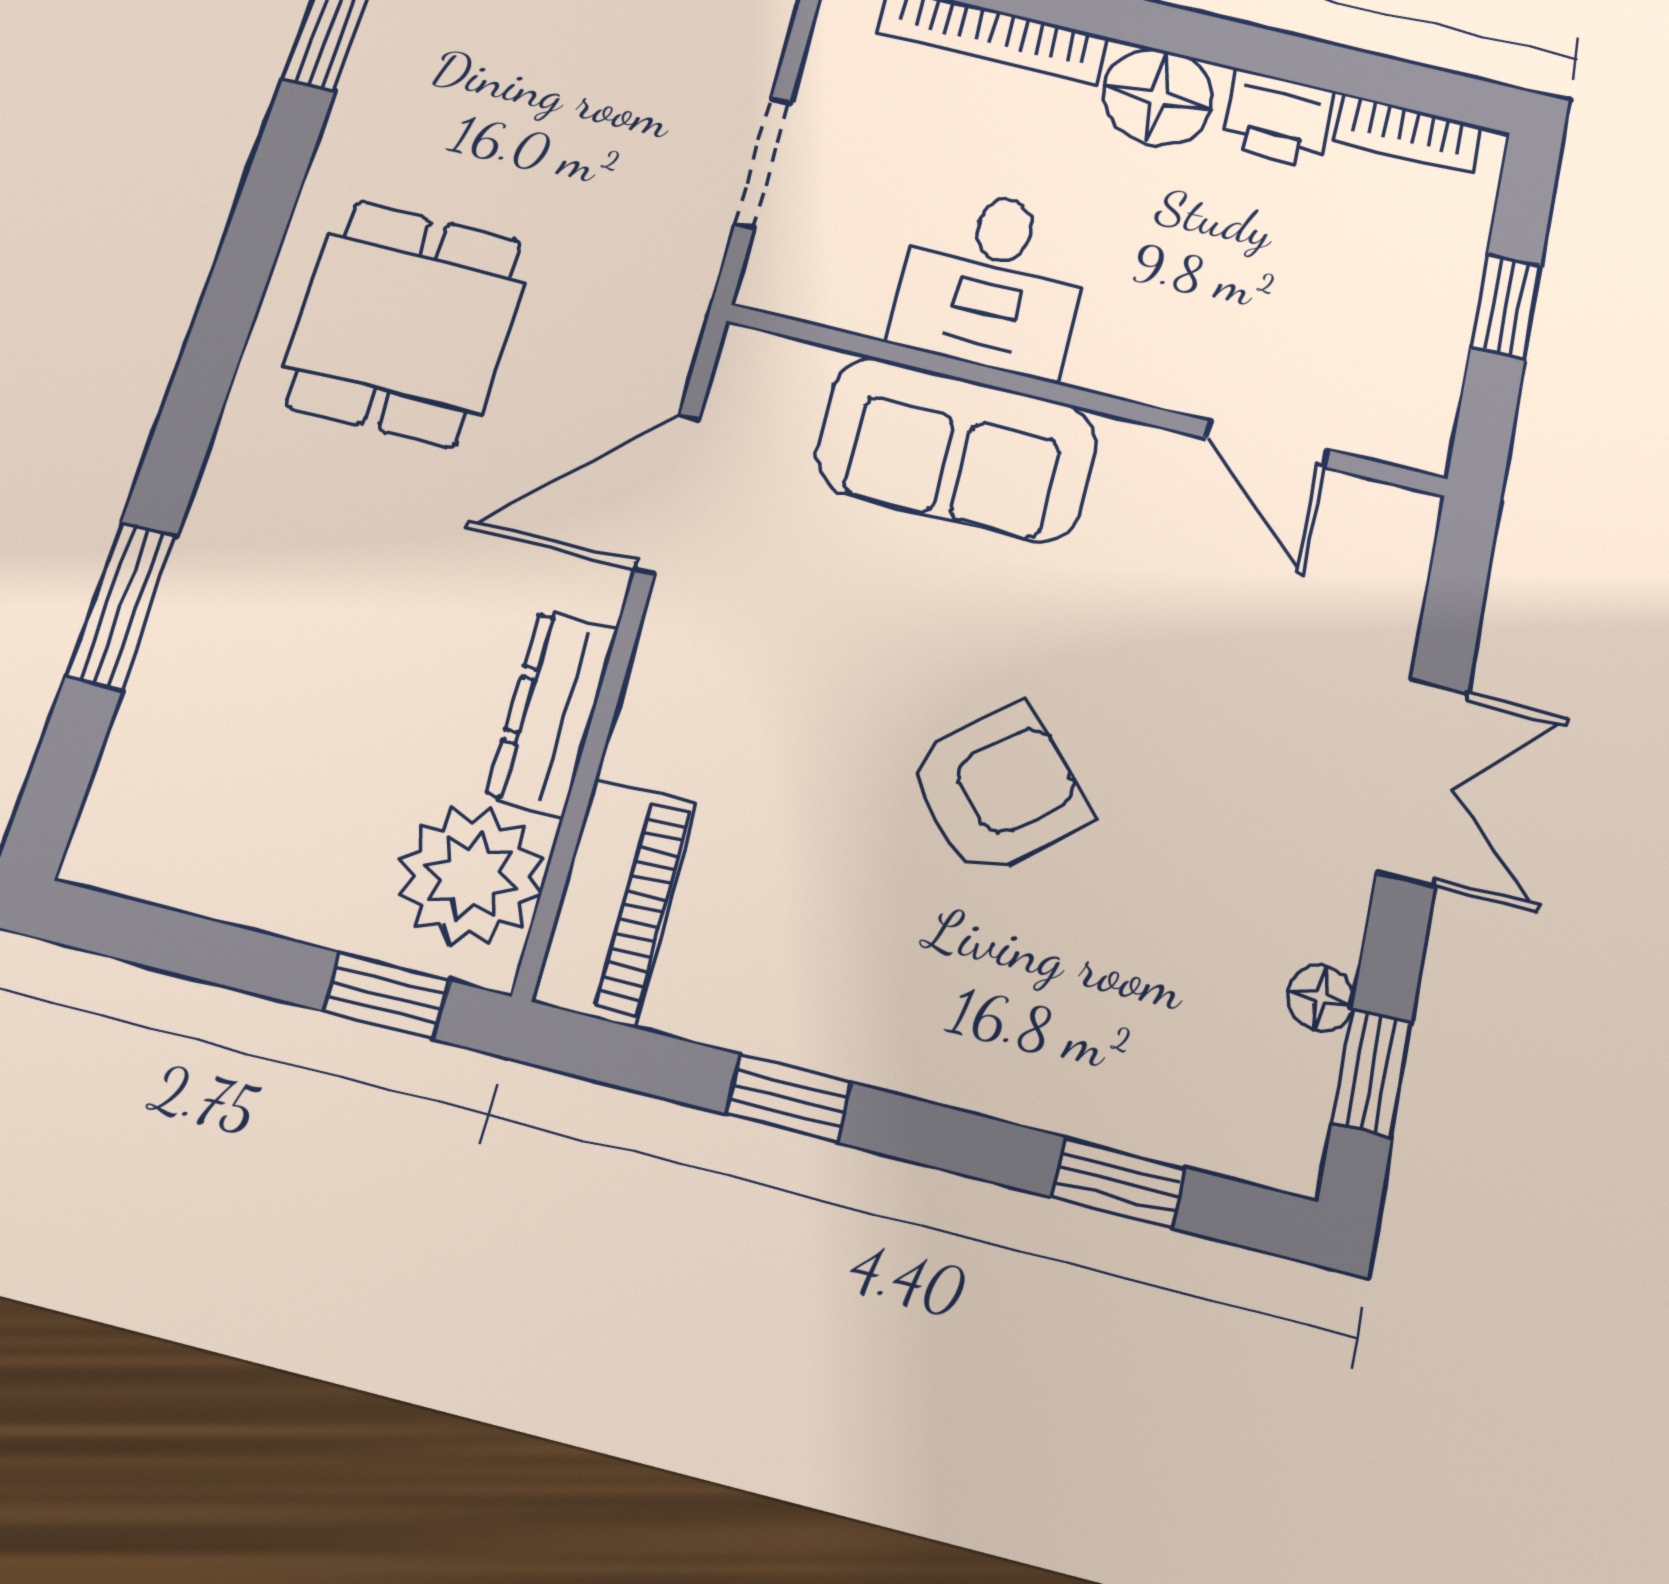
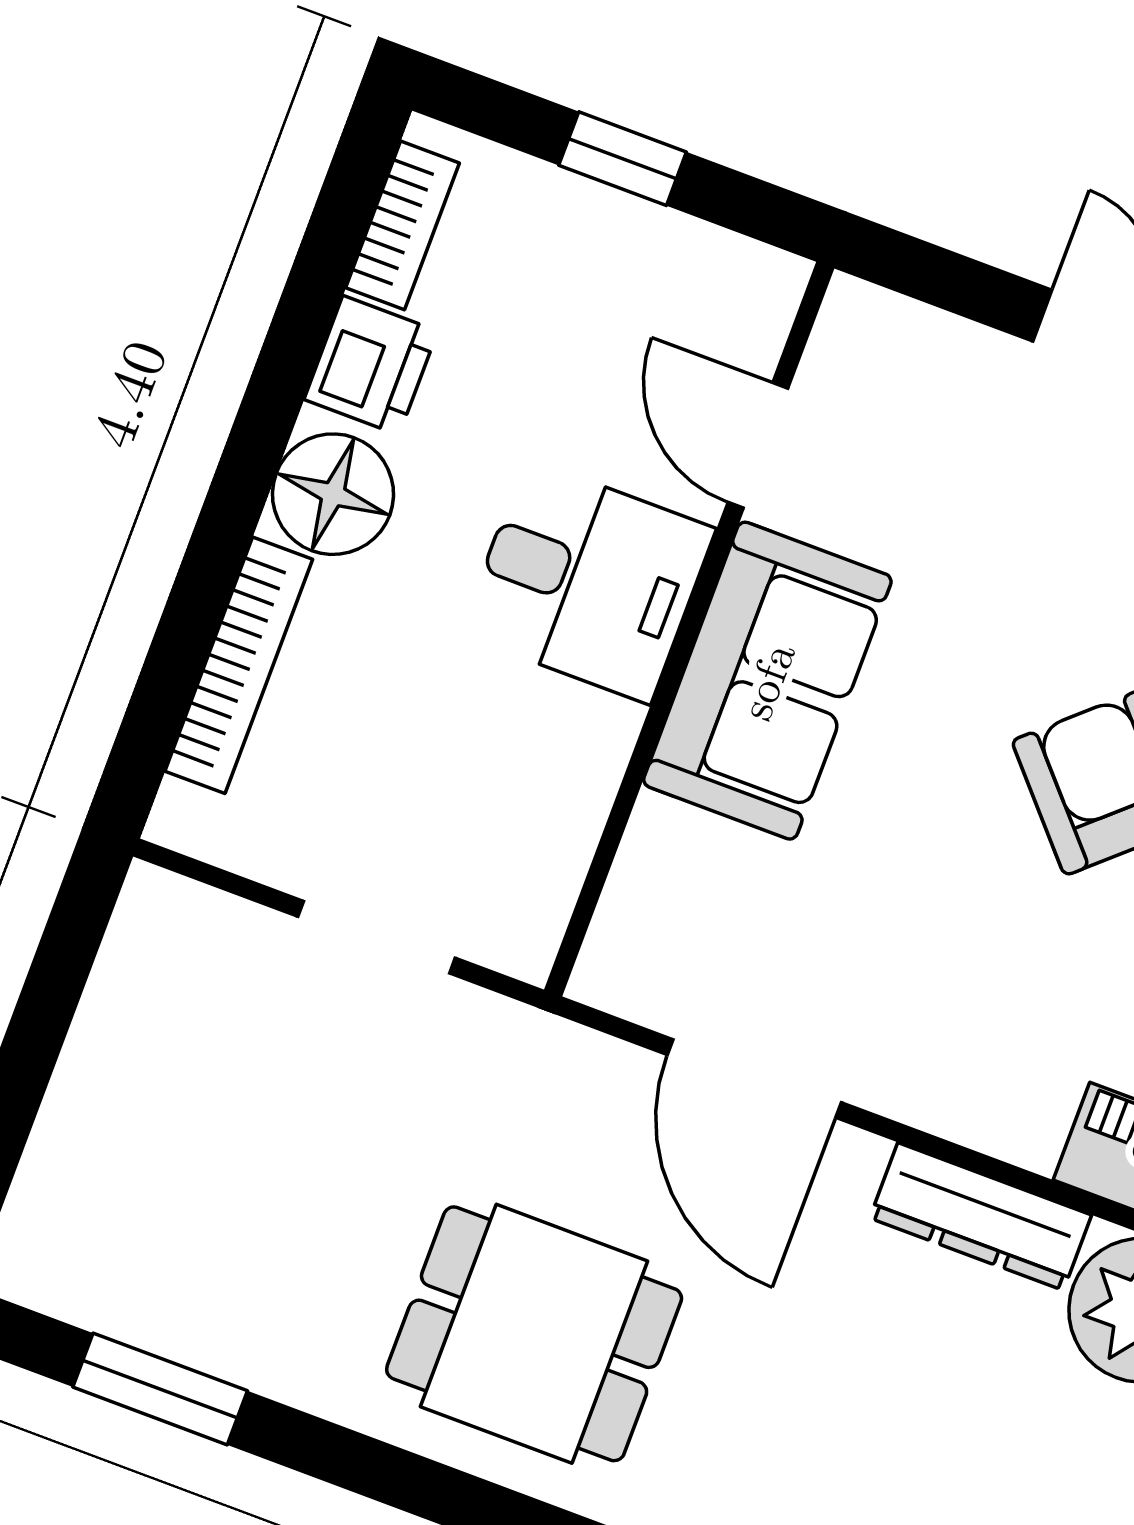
desk: (992, 280) -> (588, 581), moved
door: (1267, 444) -> (758, 445), swing flipped
sofa: (956, 449) -> (767, 681), moved

